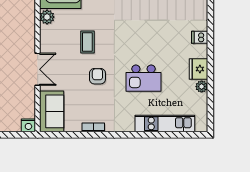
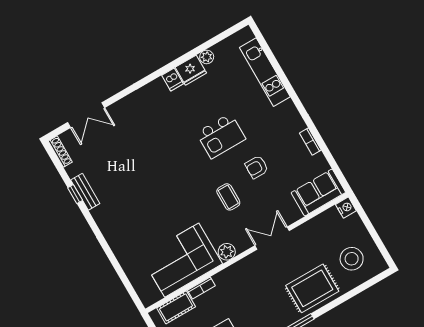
dishwasher: (200, 37) -> (172, 79), moved
coffee table: (87, 42) -> (228, 197), turned 90
double door: (38, 69) -> (272, 238), moved
kitchen island: (144, 78) -> (221, 136), moved, turned 90

